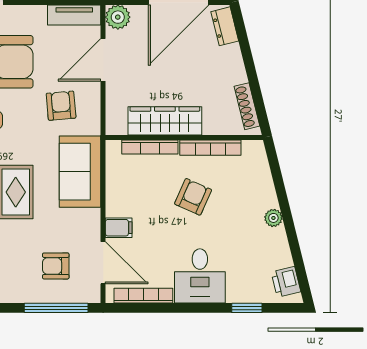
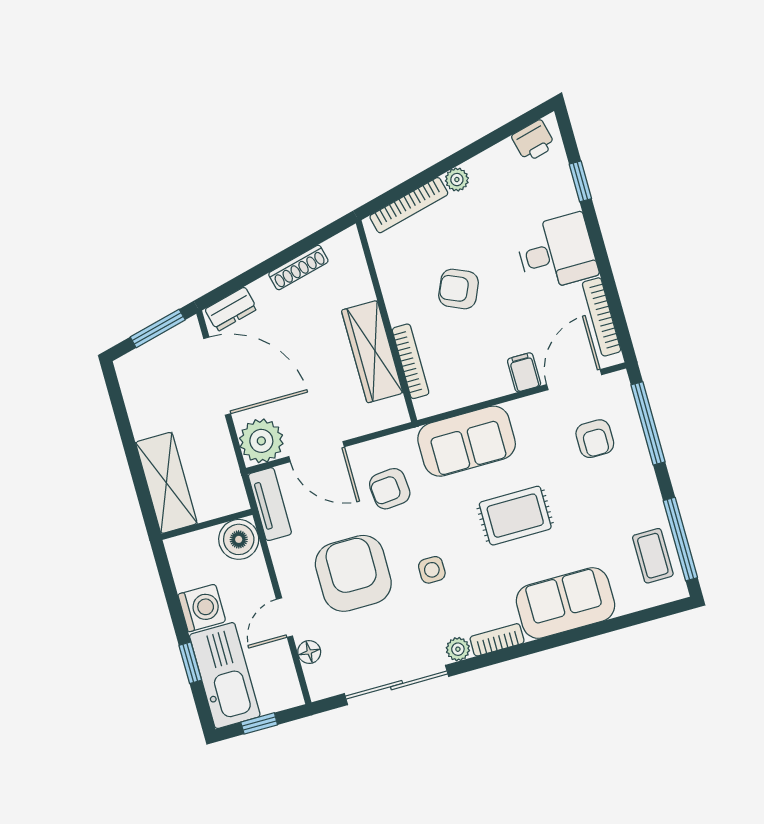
plant: (118, 17) -> (261, 441), width x1.36, depth x1.36
shoe rack: (247, 106) -> (298, 267), moved
bookcase: (210, 148) -> (409, 205), moved, turned 76

